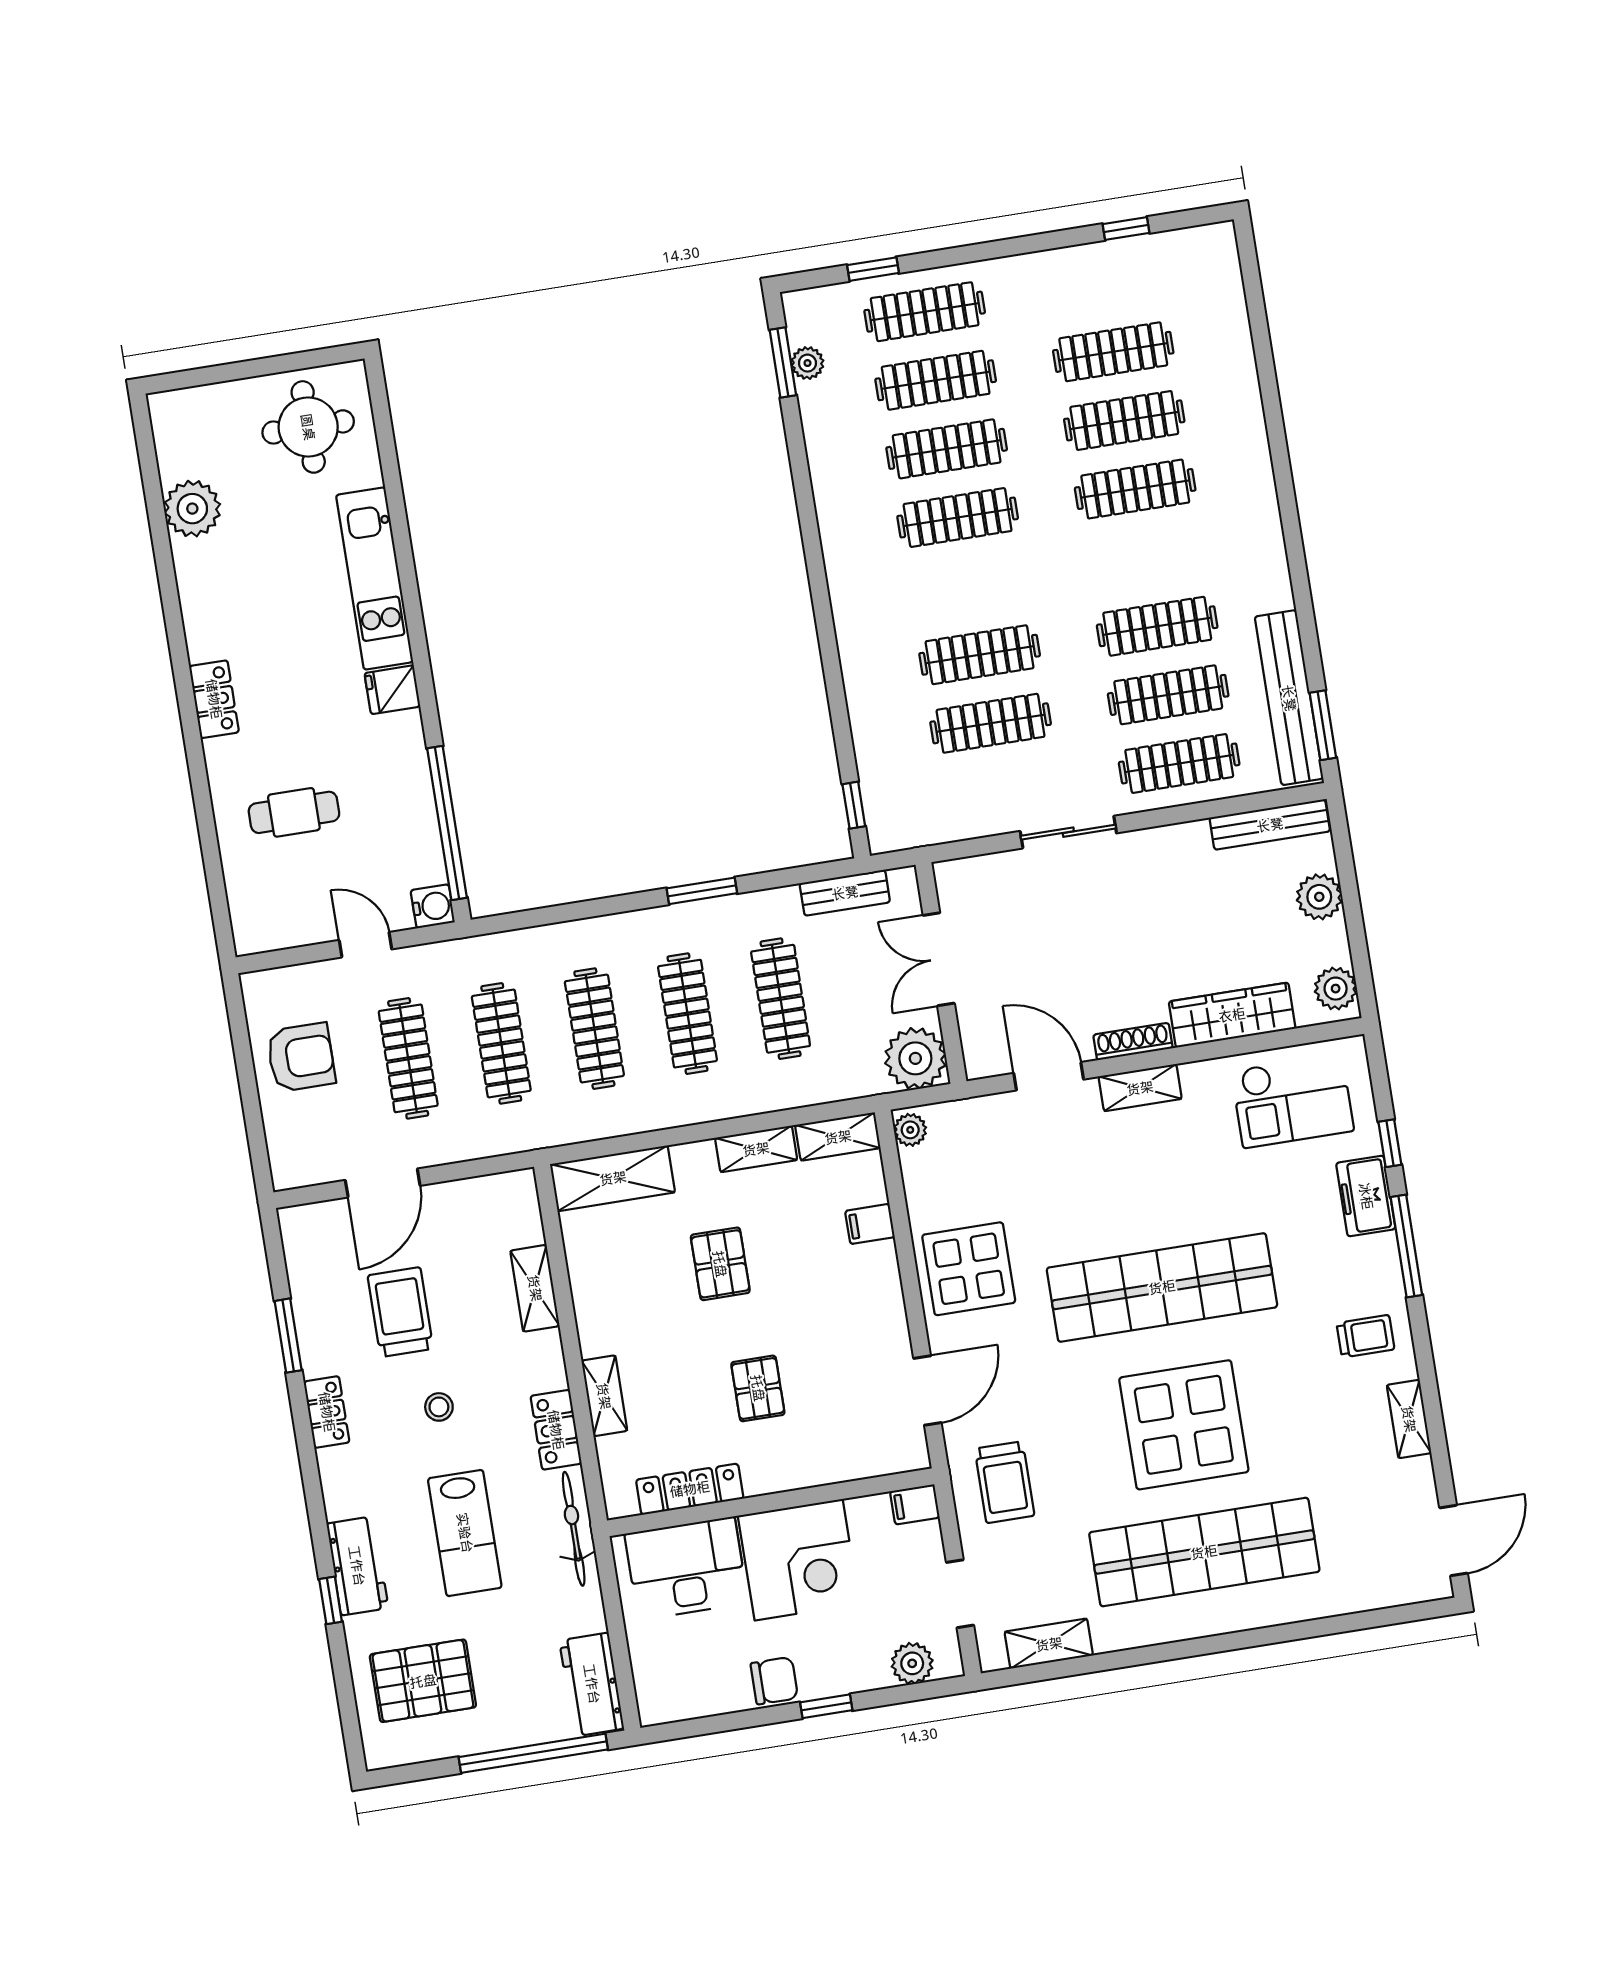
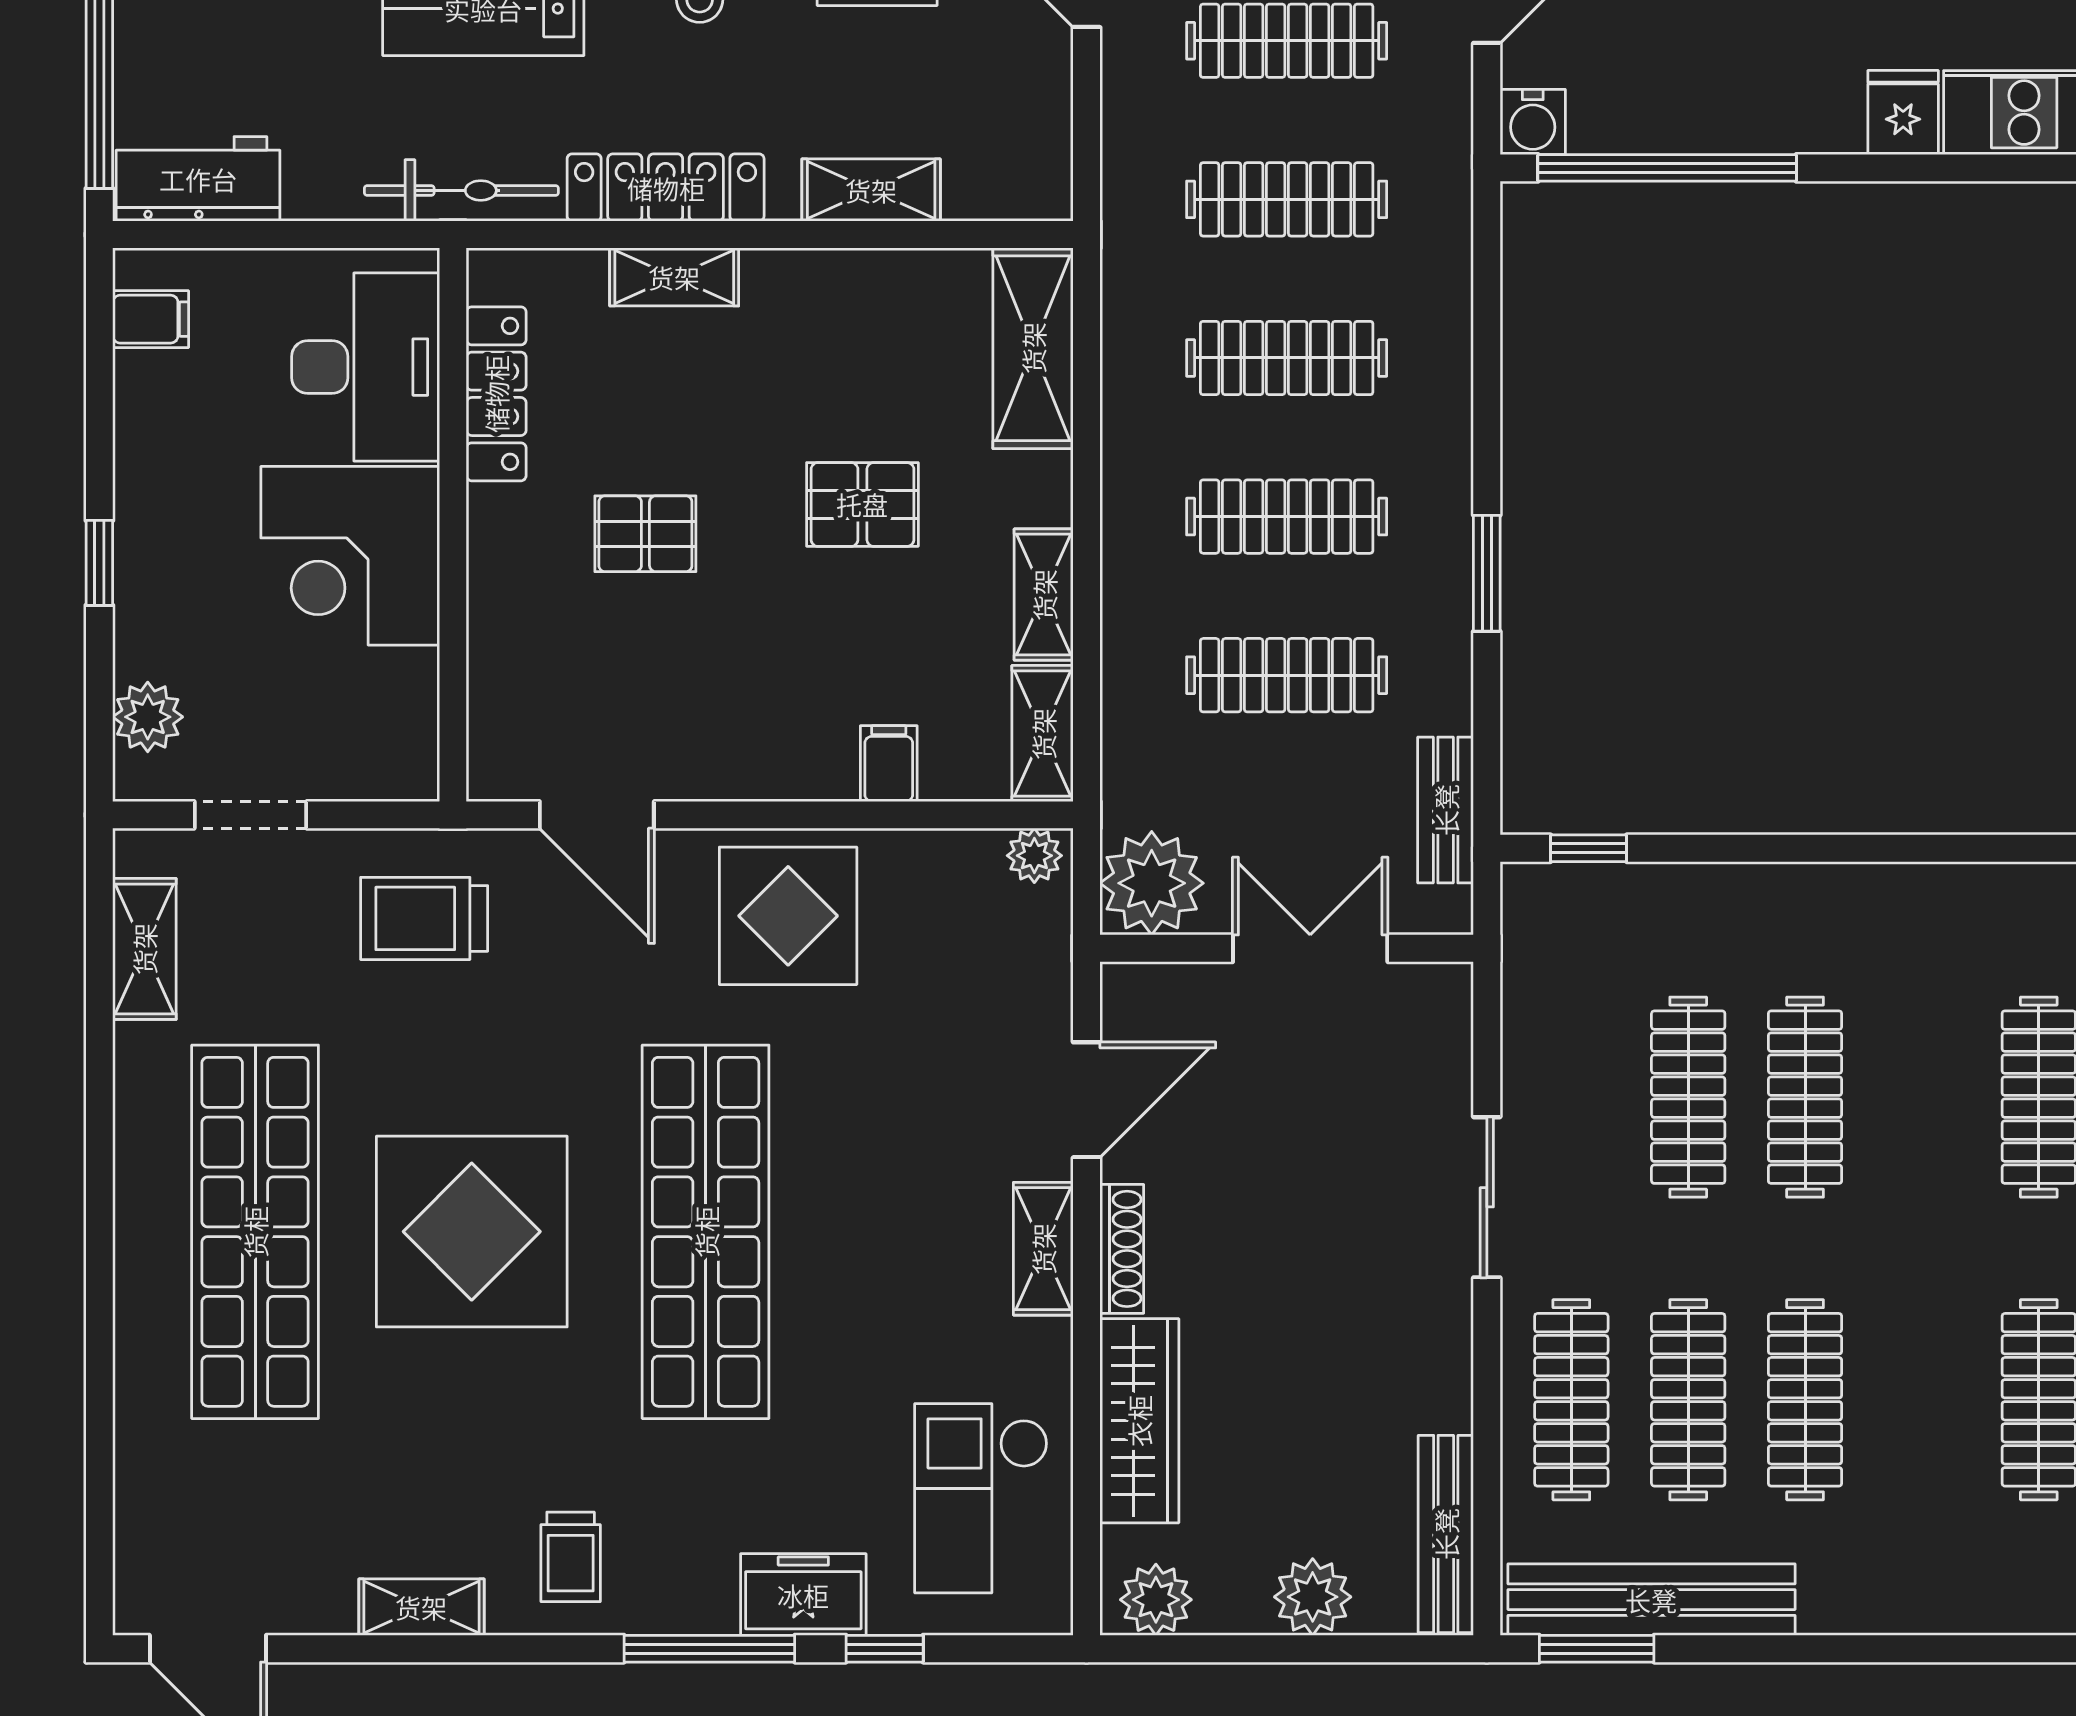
locker: (556, 1430) -> (666, 188), width x1.53
filing cabinet: (915, 1504) -> (151, 319), moved, turned 90
chair: (774, 1681) -> (156, 483), removed

